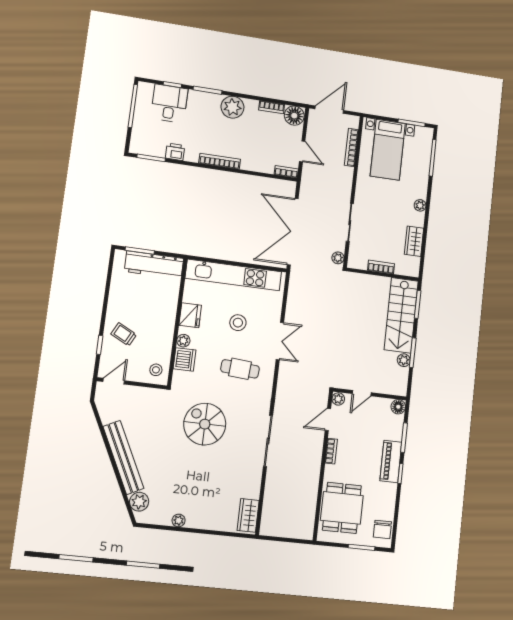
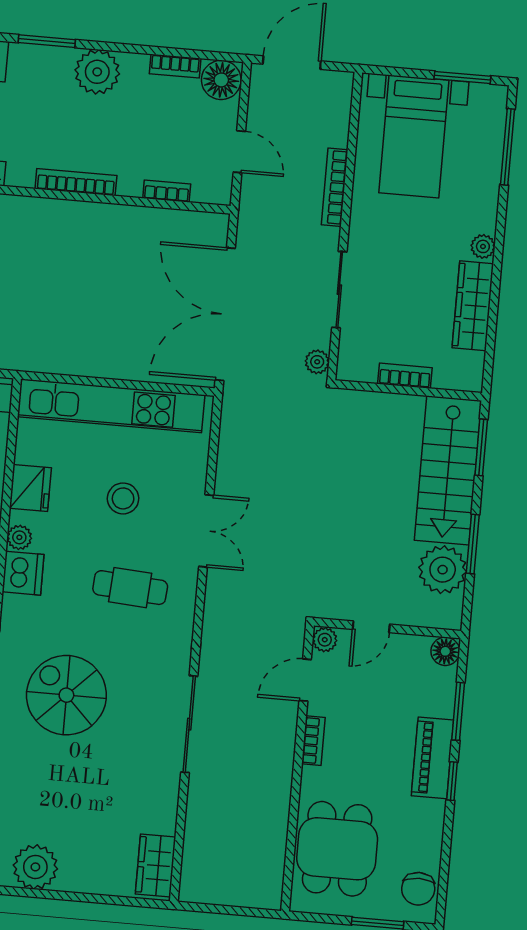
bookcase: (351, 147) -> (335, 187), moved
bookcase: (286, 172) -> (167, 191), moved
wardrobe: (414, 241) -> (473, 306), width x1.50
plant: (404, 360) -> (443, 570), width x1.88, depth x1.88
plant: (179, 520) -> (35, 867), width x1.87, depth x1.87

